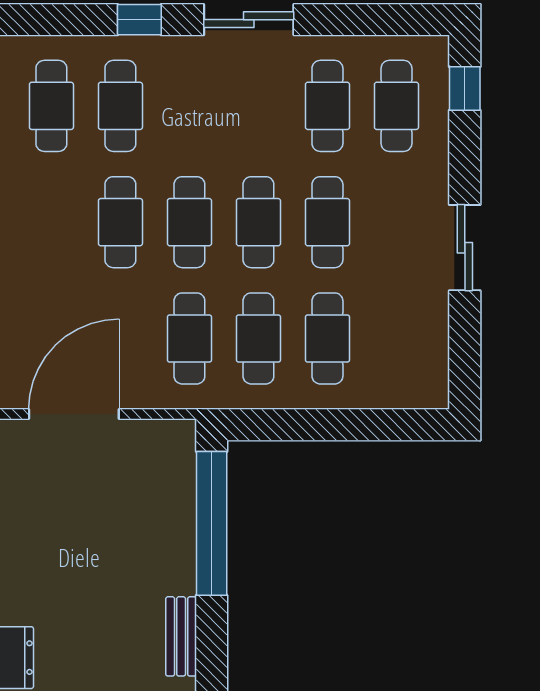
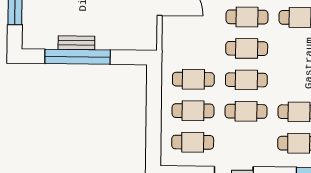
cafe table: (189, 338) -> (193, 142), moved
window: (212, 523) -> (78, 57), moved
bench: (181, 636) -> (76, 43), moved

